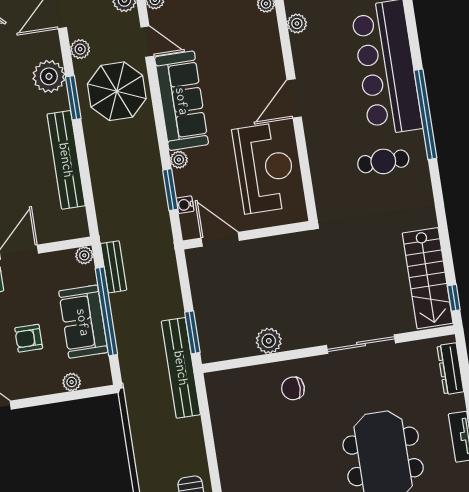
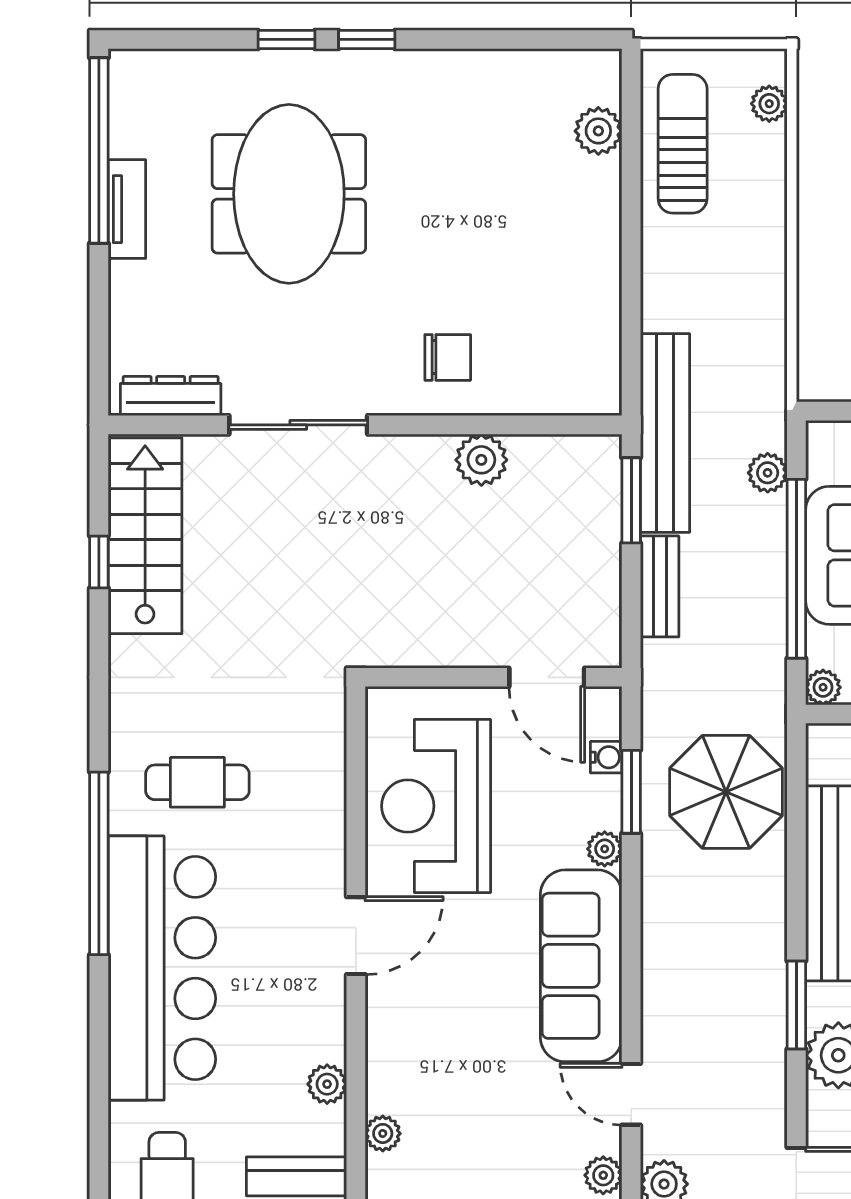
plant: (80, 49) -> (768, 473), moved
parasol: (117, 91) -> (726, 792), moved
bench: (114, 267) -> (660, 586), moved
window: (454, 298) -> (99, 562), moved
dresser: (450, 369) -> (171, 396), moved, turned -90

